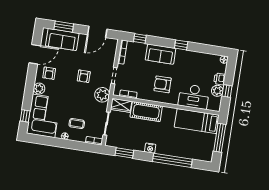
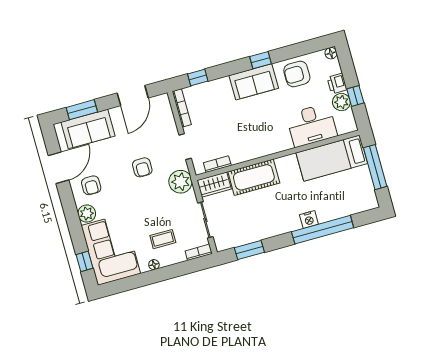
sofa: (161, 54) -> (254, 82), moved
armchair: (163, 84) -> (297, 74), moved
nightstand: (150, 148) -> (309, 219), moved

